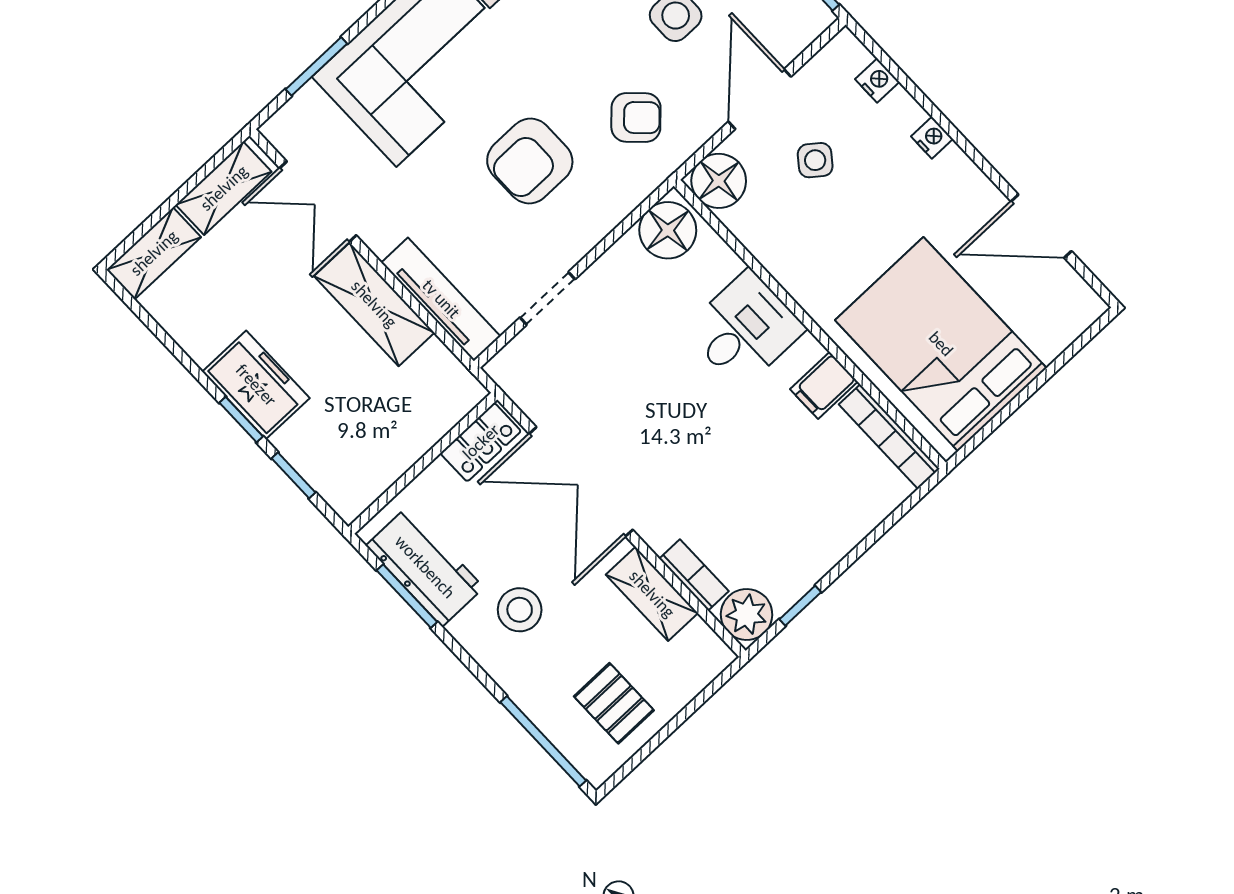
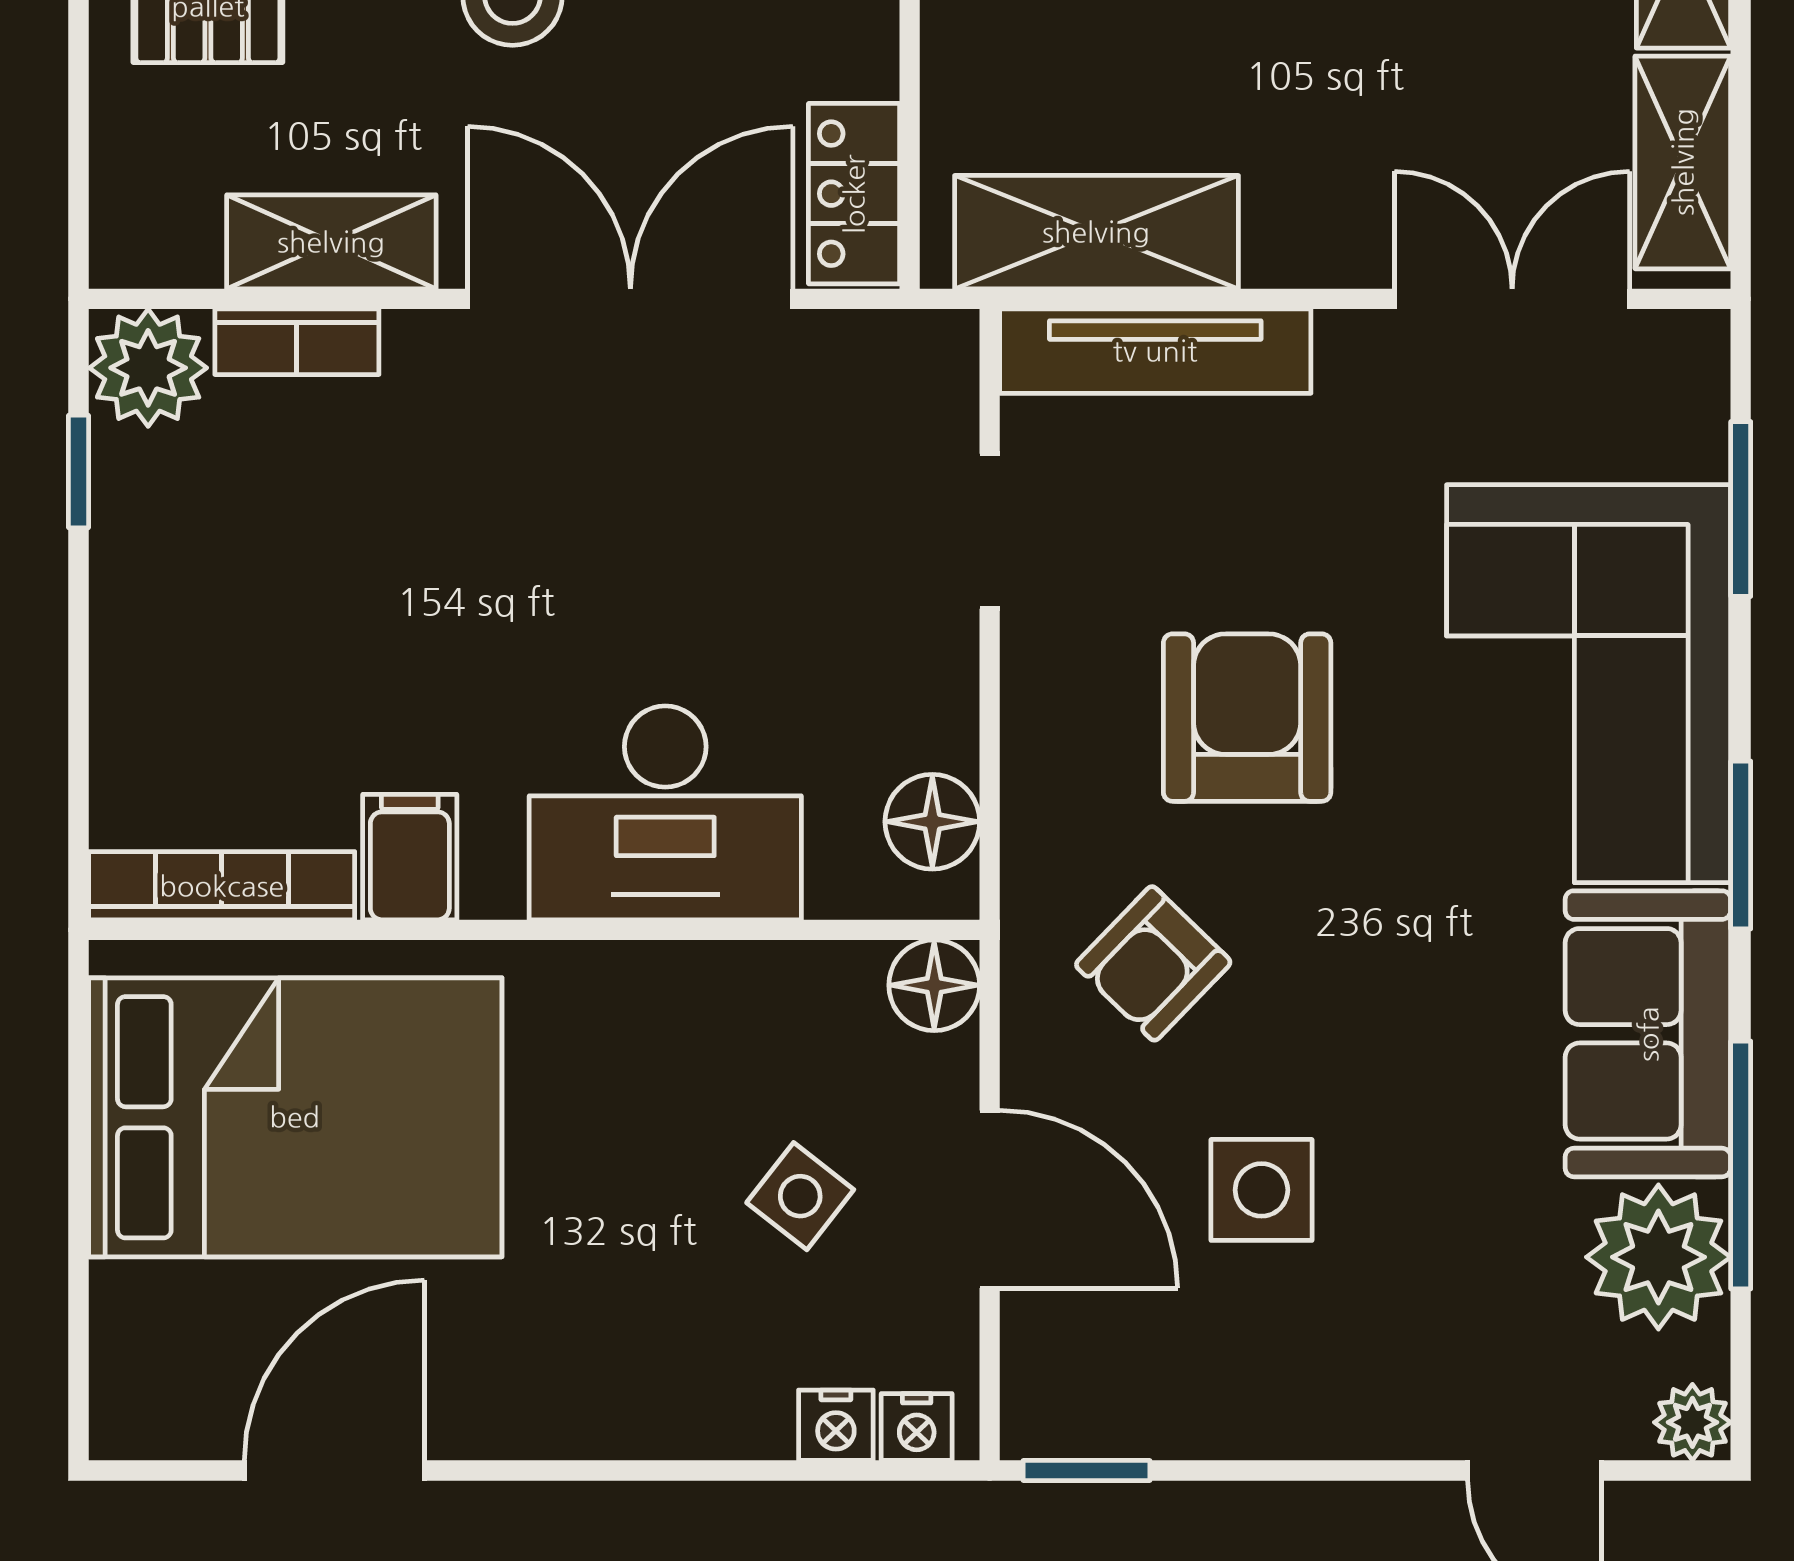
nightstand: (932, 138) -> (917, 1427), moved
floor lamp: (719, 181) -> (934, 985), width x0.73, depth x0.73
floor lamp: (668, 230) -> (932, 822), width x0.73, depth x0.73
shelving: (374, 304) -> (1096, 232), moved
desk: (745, 329) -> (665, 813), width x1.37

